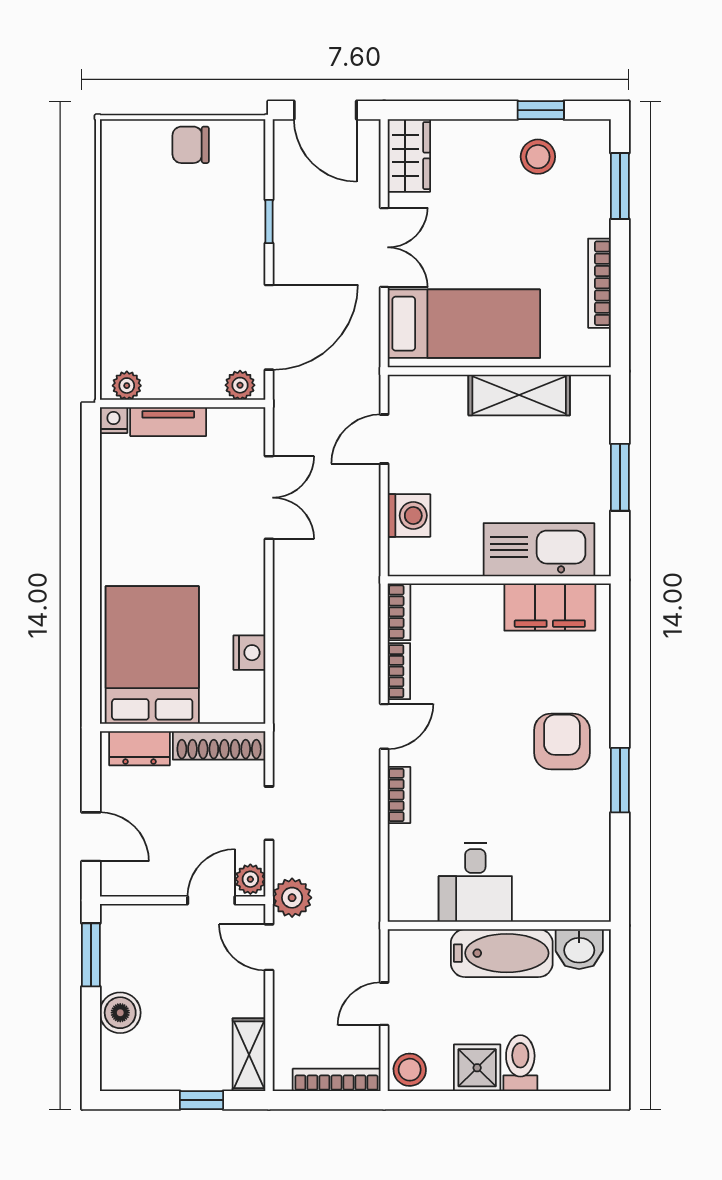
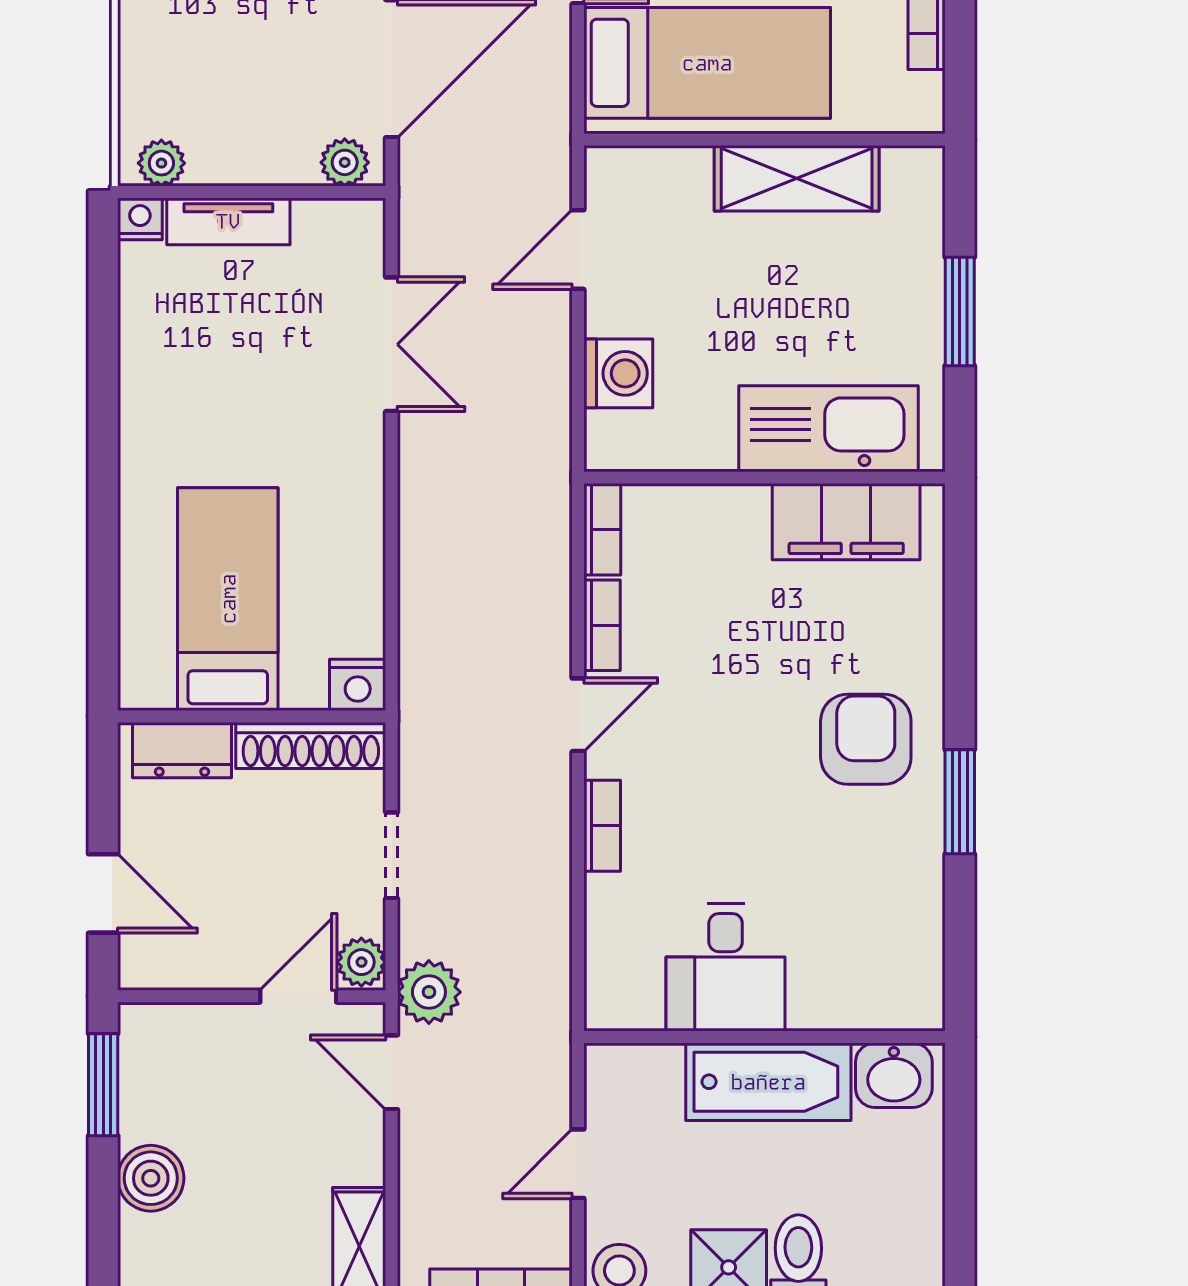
nightstand: (249, 653) -> (358, 685), moved, turned 90
bed: (152, 655) -> (228, 599), width x0.67

